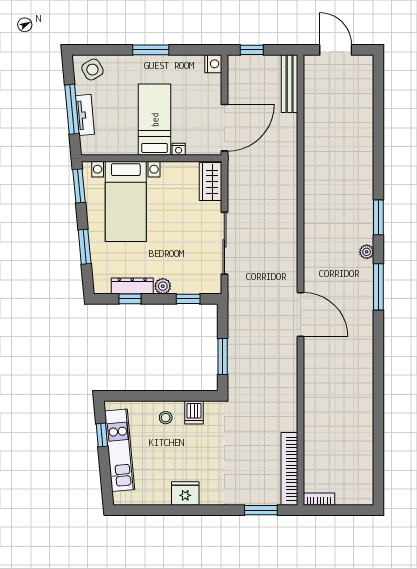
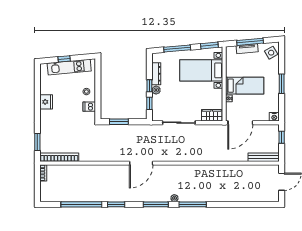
door: (224, 128) -> (240, 123), hinge flipped
window: (378, 217) -> (193, 204), width x1.44
window: (85, 247) -> (177, 49), width x1.44
window: (130, 299) -> (149, 86), moved
window: (378, 362) -> (116, 204), added
window: (378, 427) -> (81, 204), added
window: (102, 435) -> (64, 59), moved

